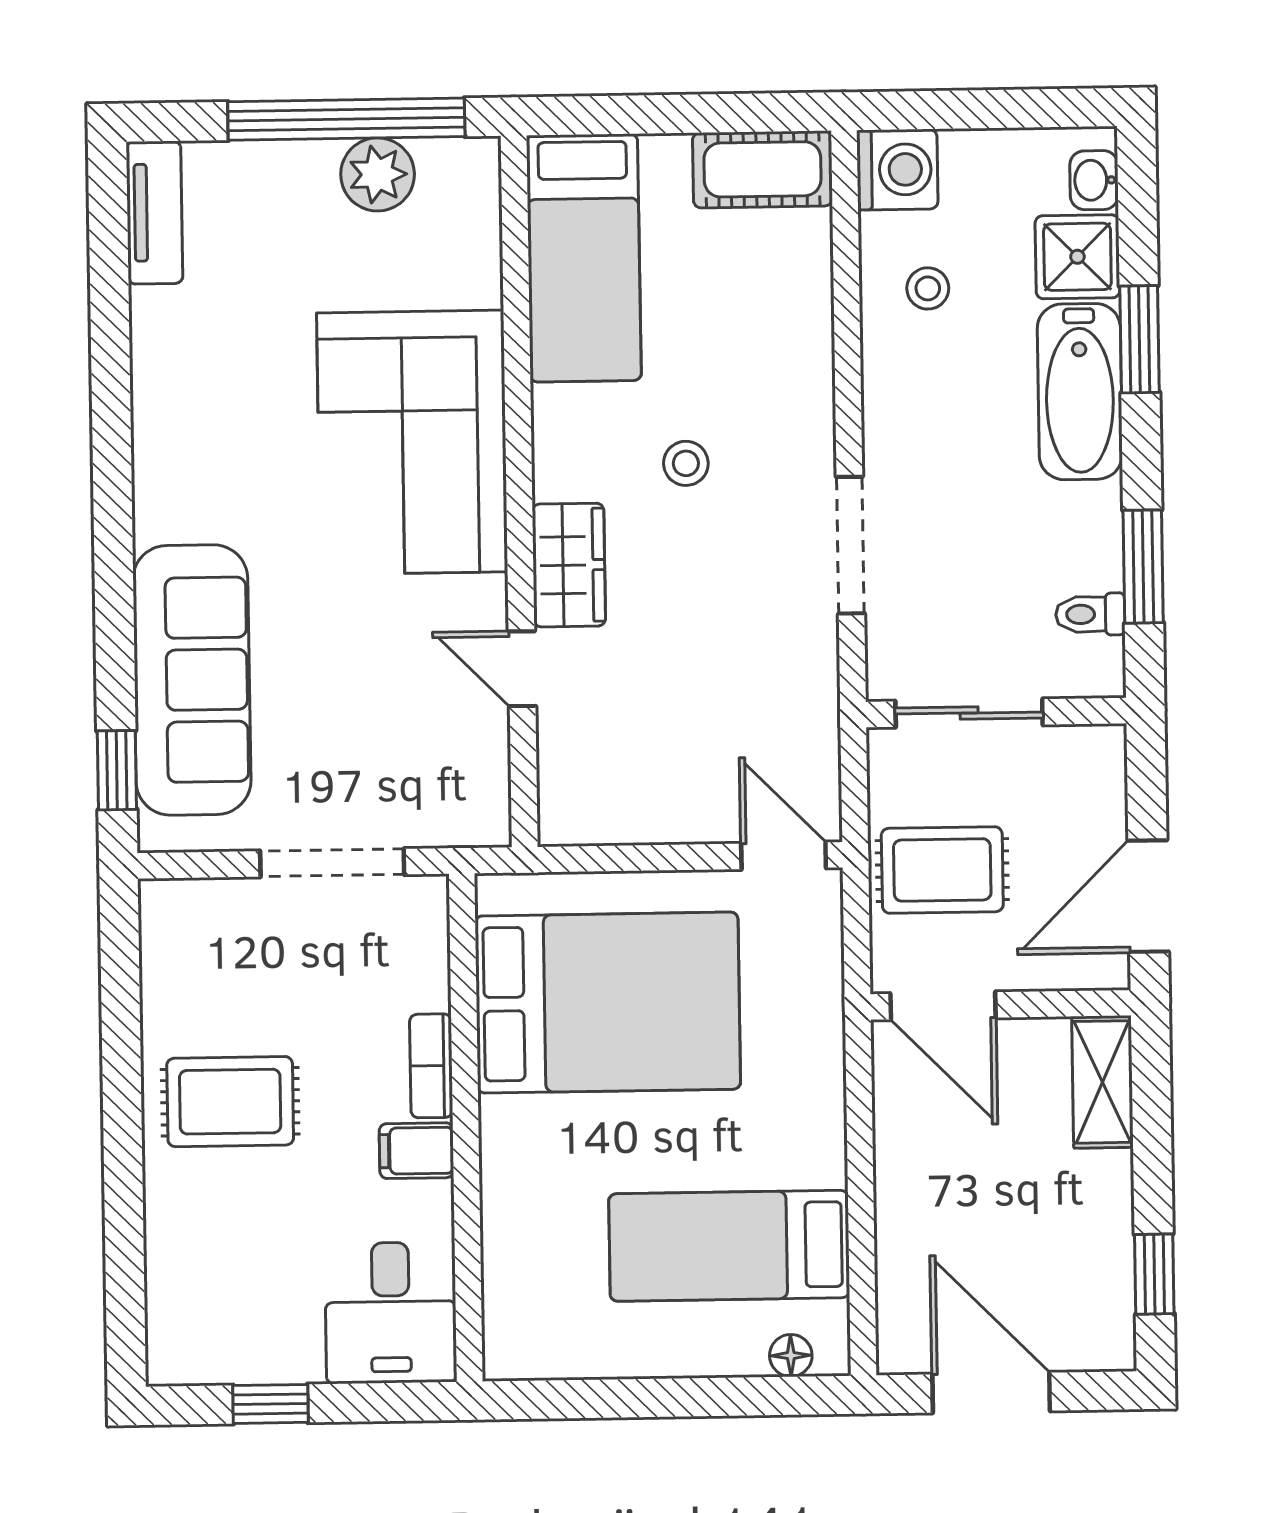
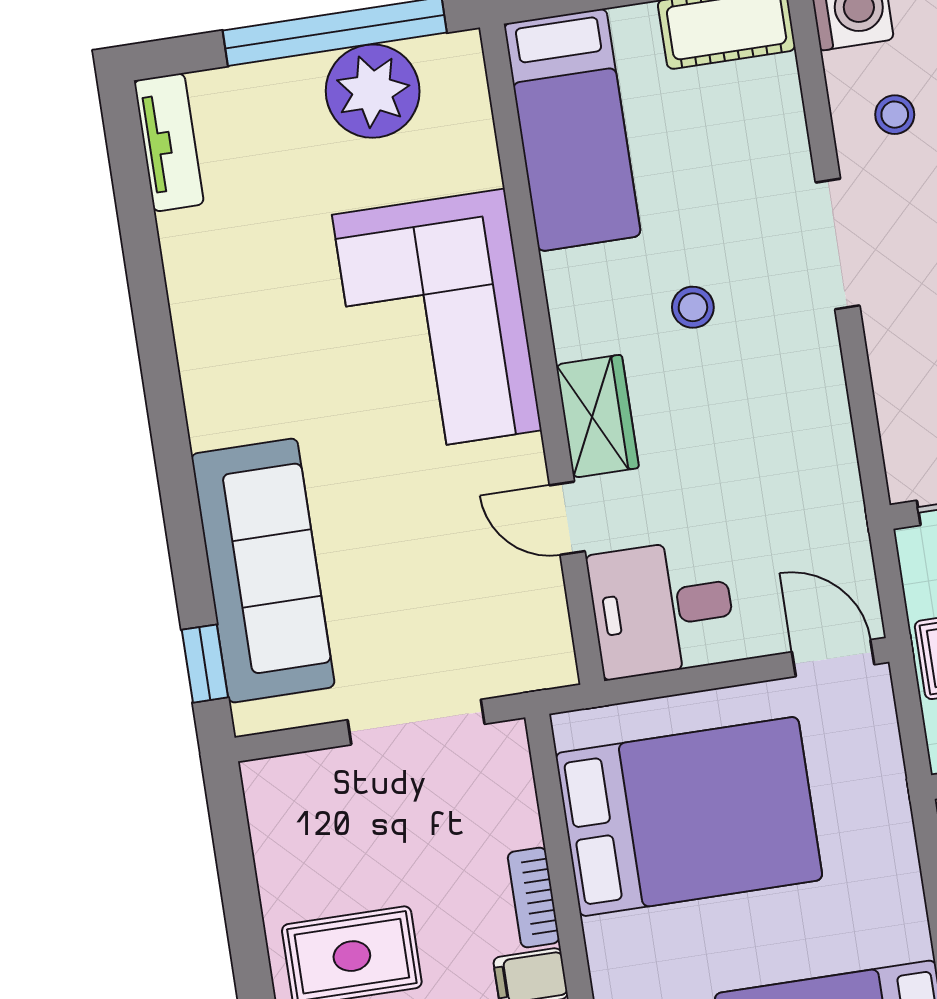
plant: (378, 174) -> (373, 91), width x1.36, depth x1.36
doorway: (850, 545) -> (838, 244), moved
desk: (610, 778) -> (662, 608), added

